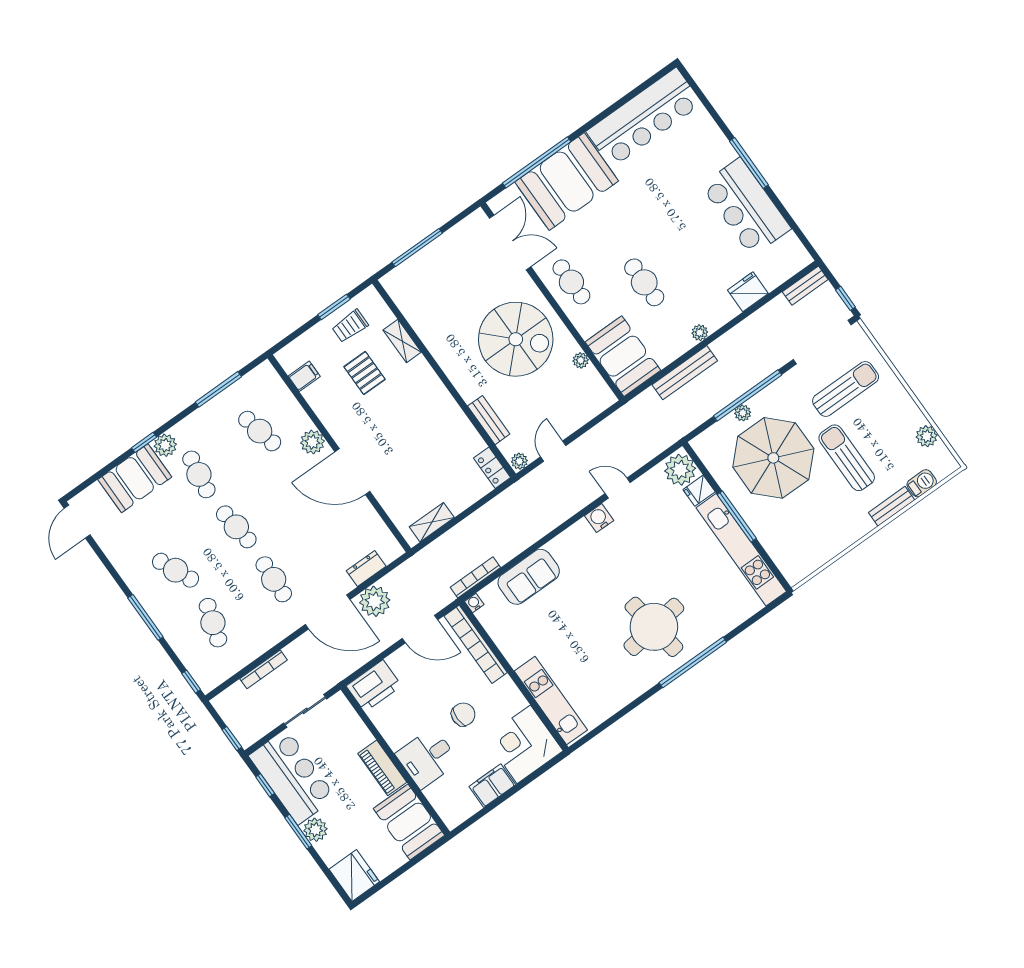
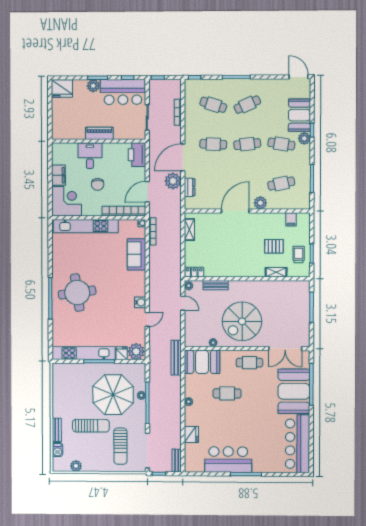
bench: (685, 373) -> (176, 358), moved
kitchen unit: (551, 700) -> (86, 226), width x1.36
booth: (409, 822) -> (68, 128), removed

